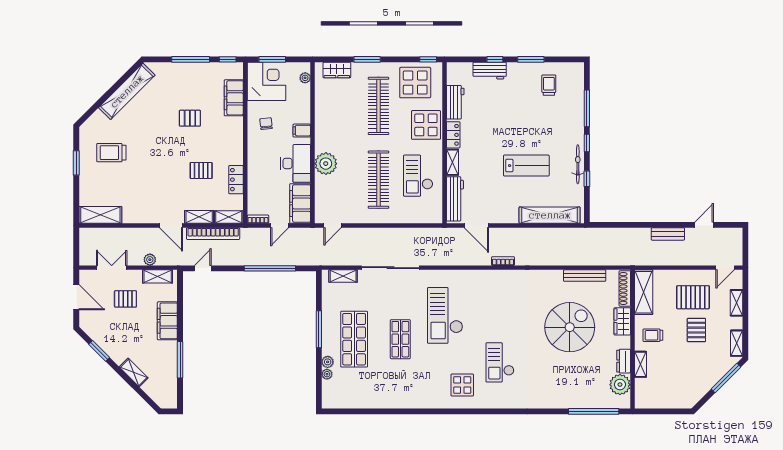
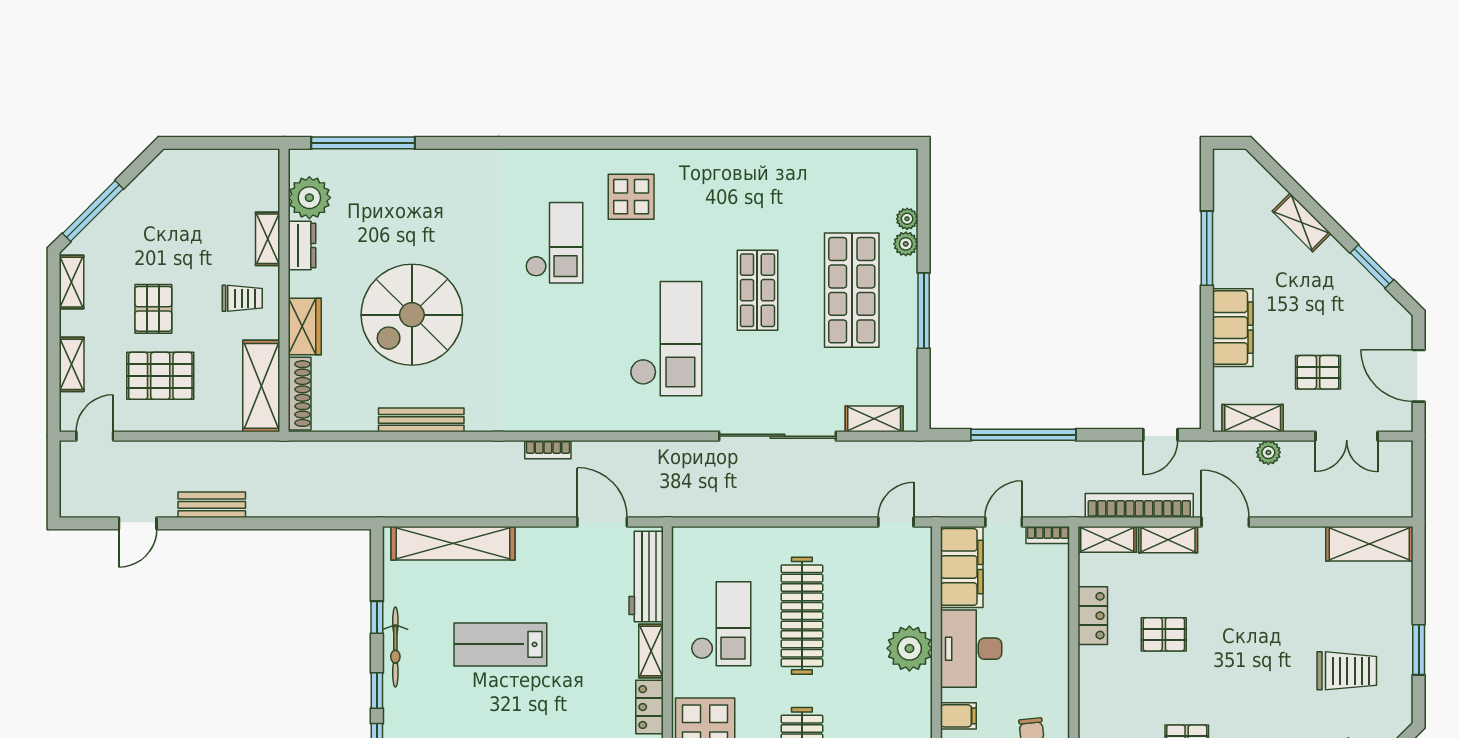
bench: (585, 276) -> (421, 420), moved

